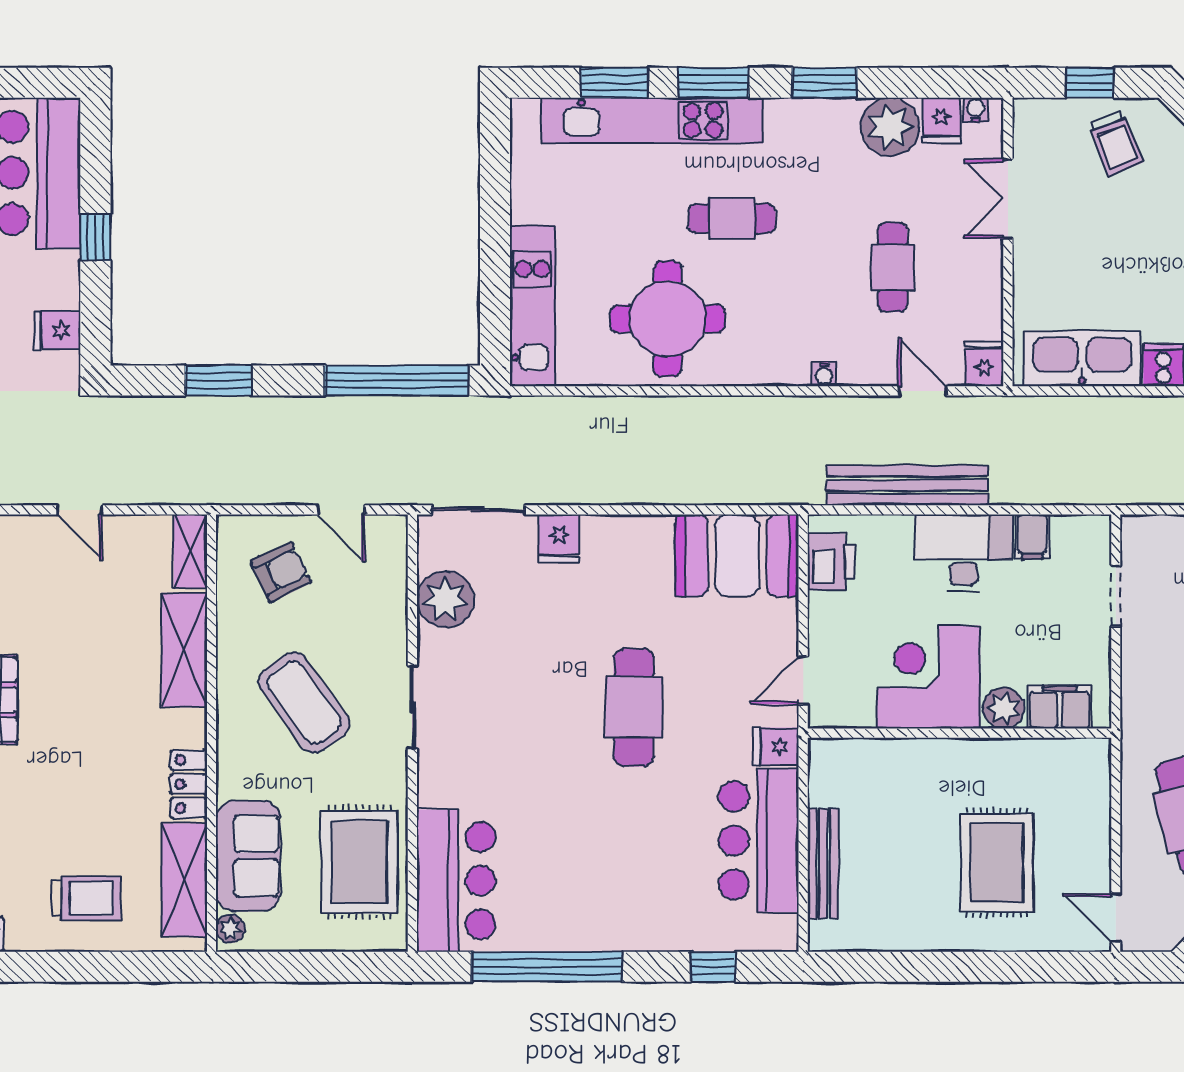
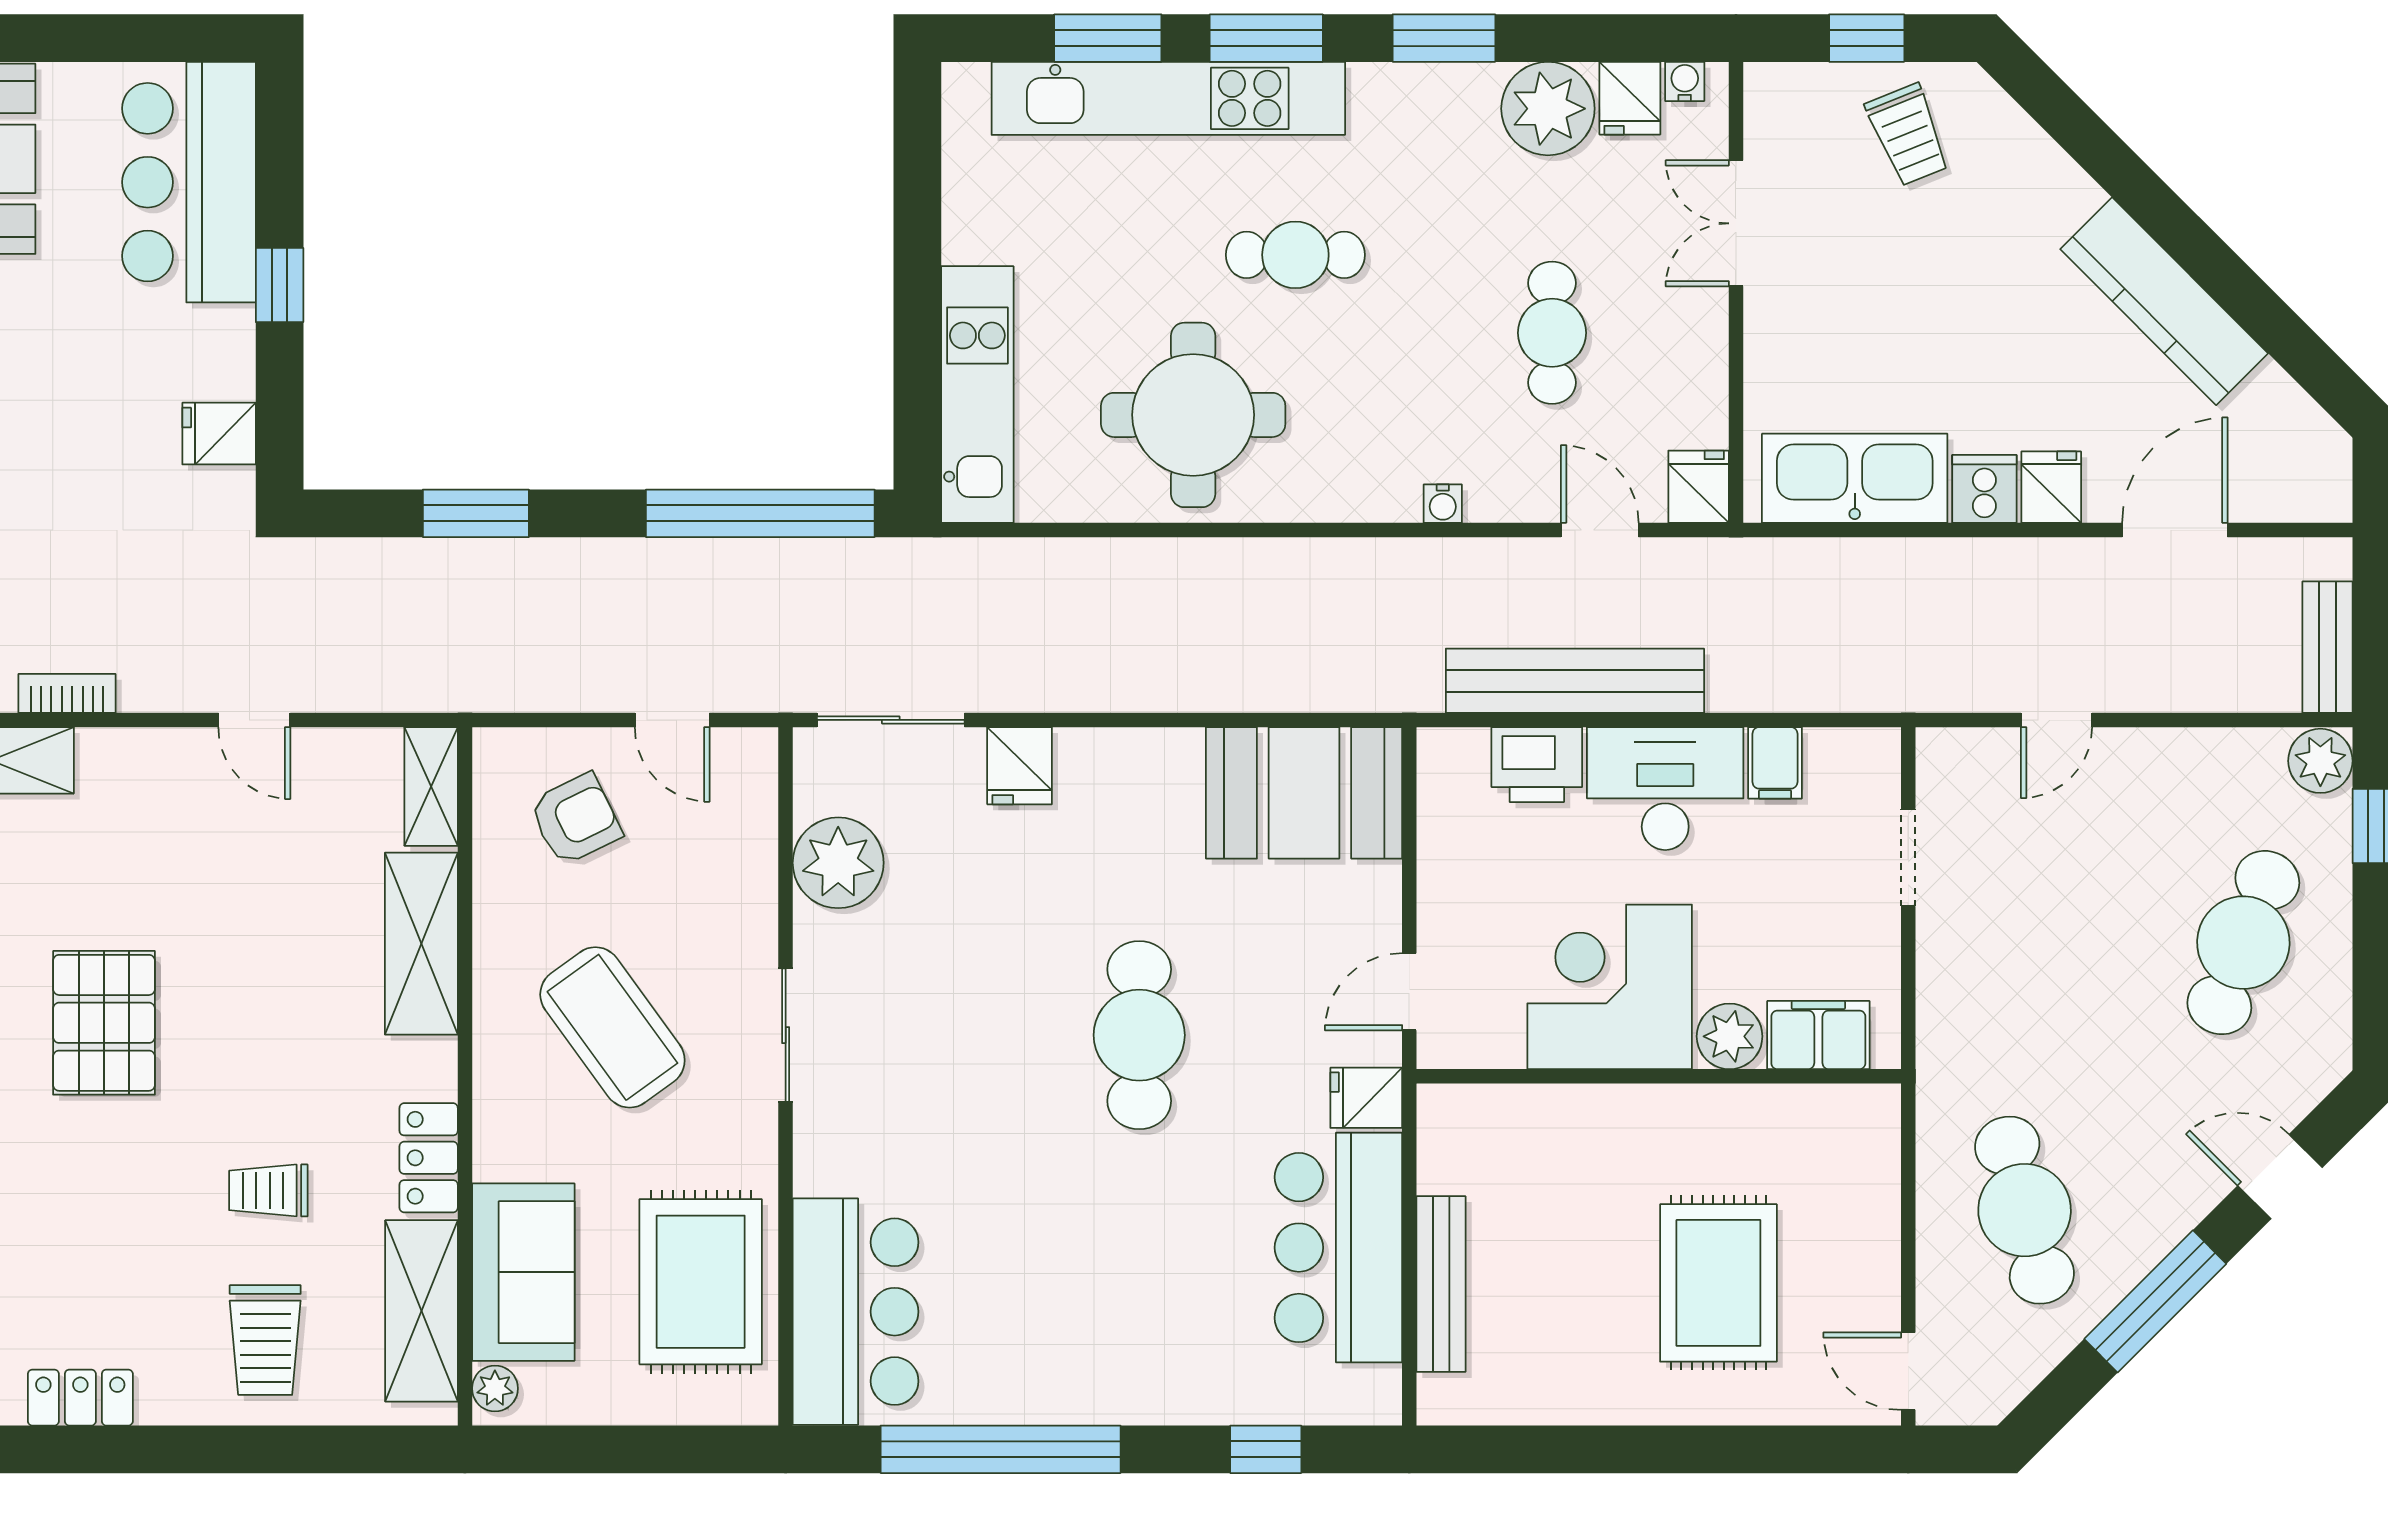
printer: (831, 562) -> (1537, 765), moved, turned 90
trolley: (88, 805) -> (268, 1190), added
trolley: (86, 898) -> (265, 1340), turned 90

